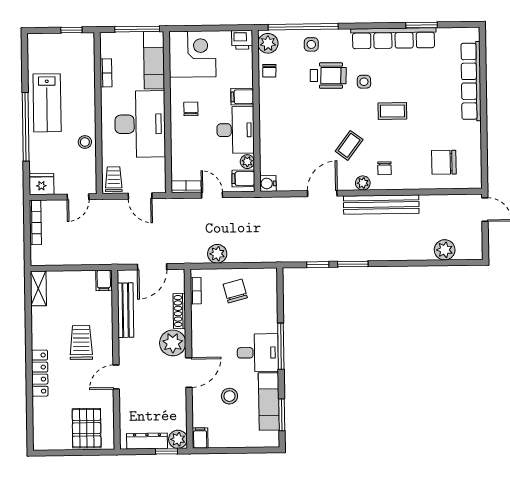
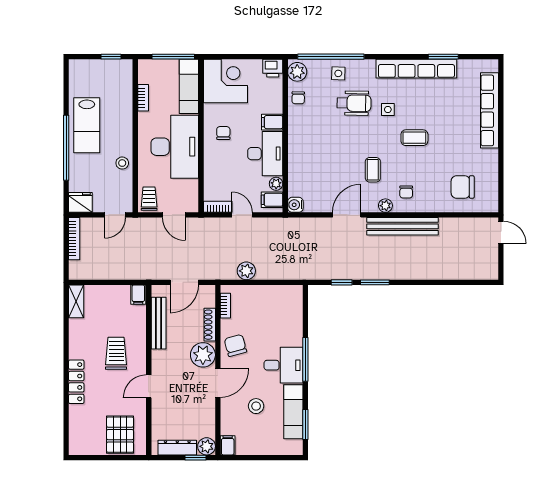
coffee table: (349, 145) -> (373, 170), turned -37
plant: (445, 250) -> (462, 270), removed
chair: (235, 291) -> (235, 345), moved

